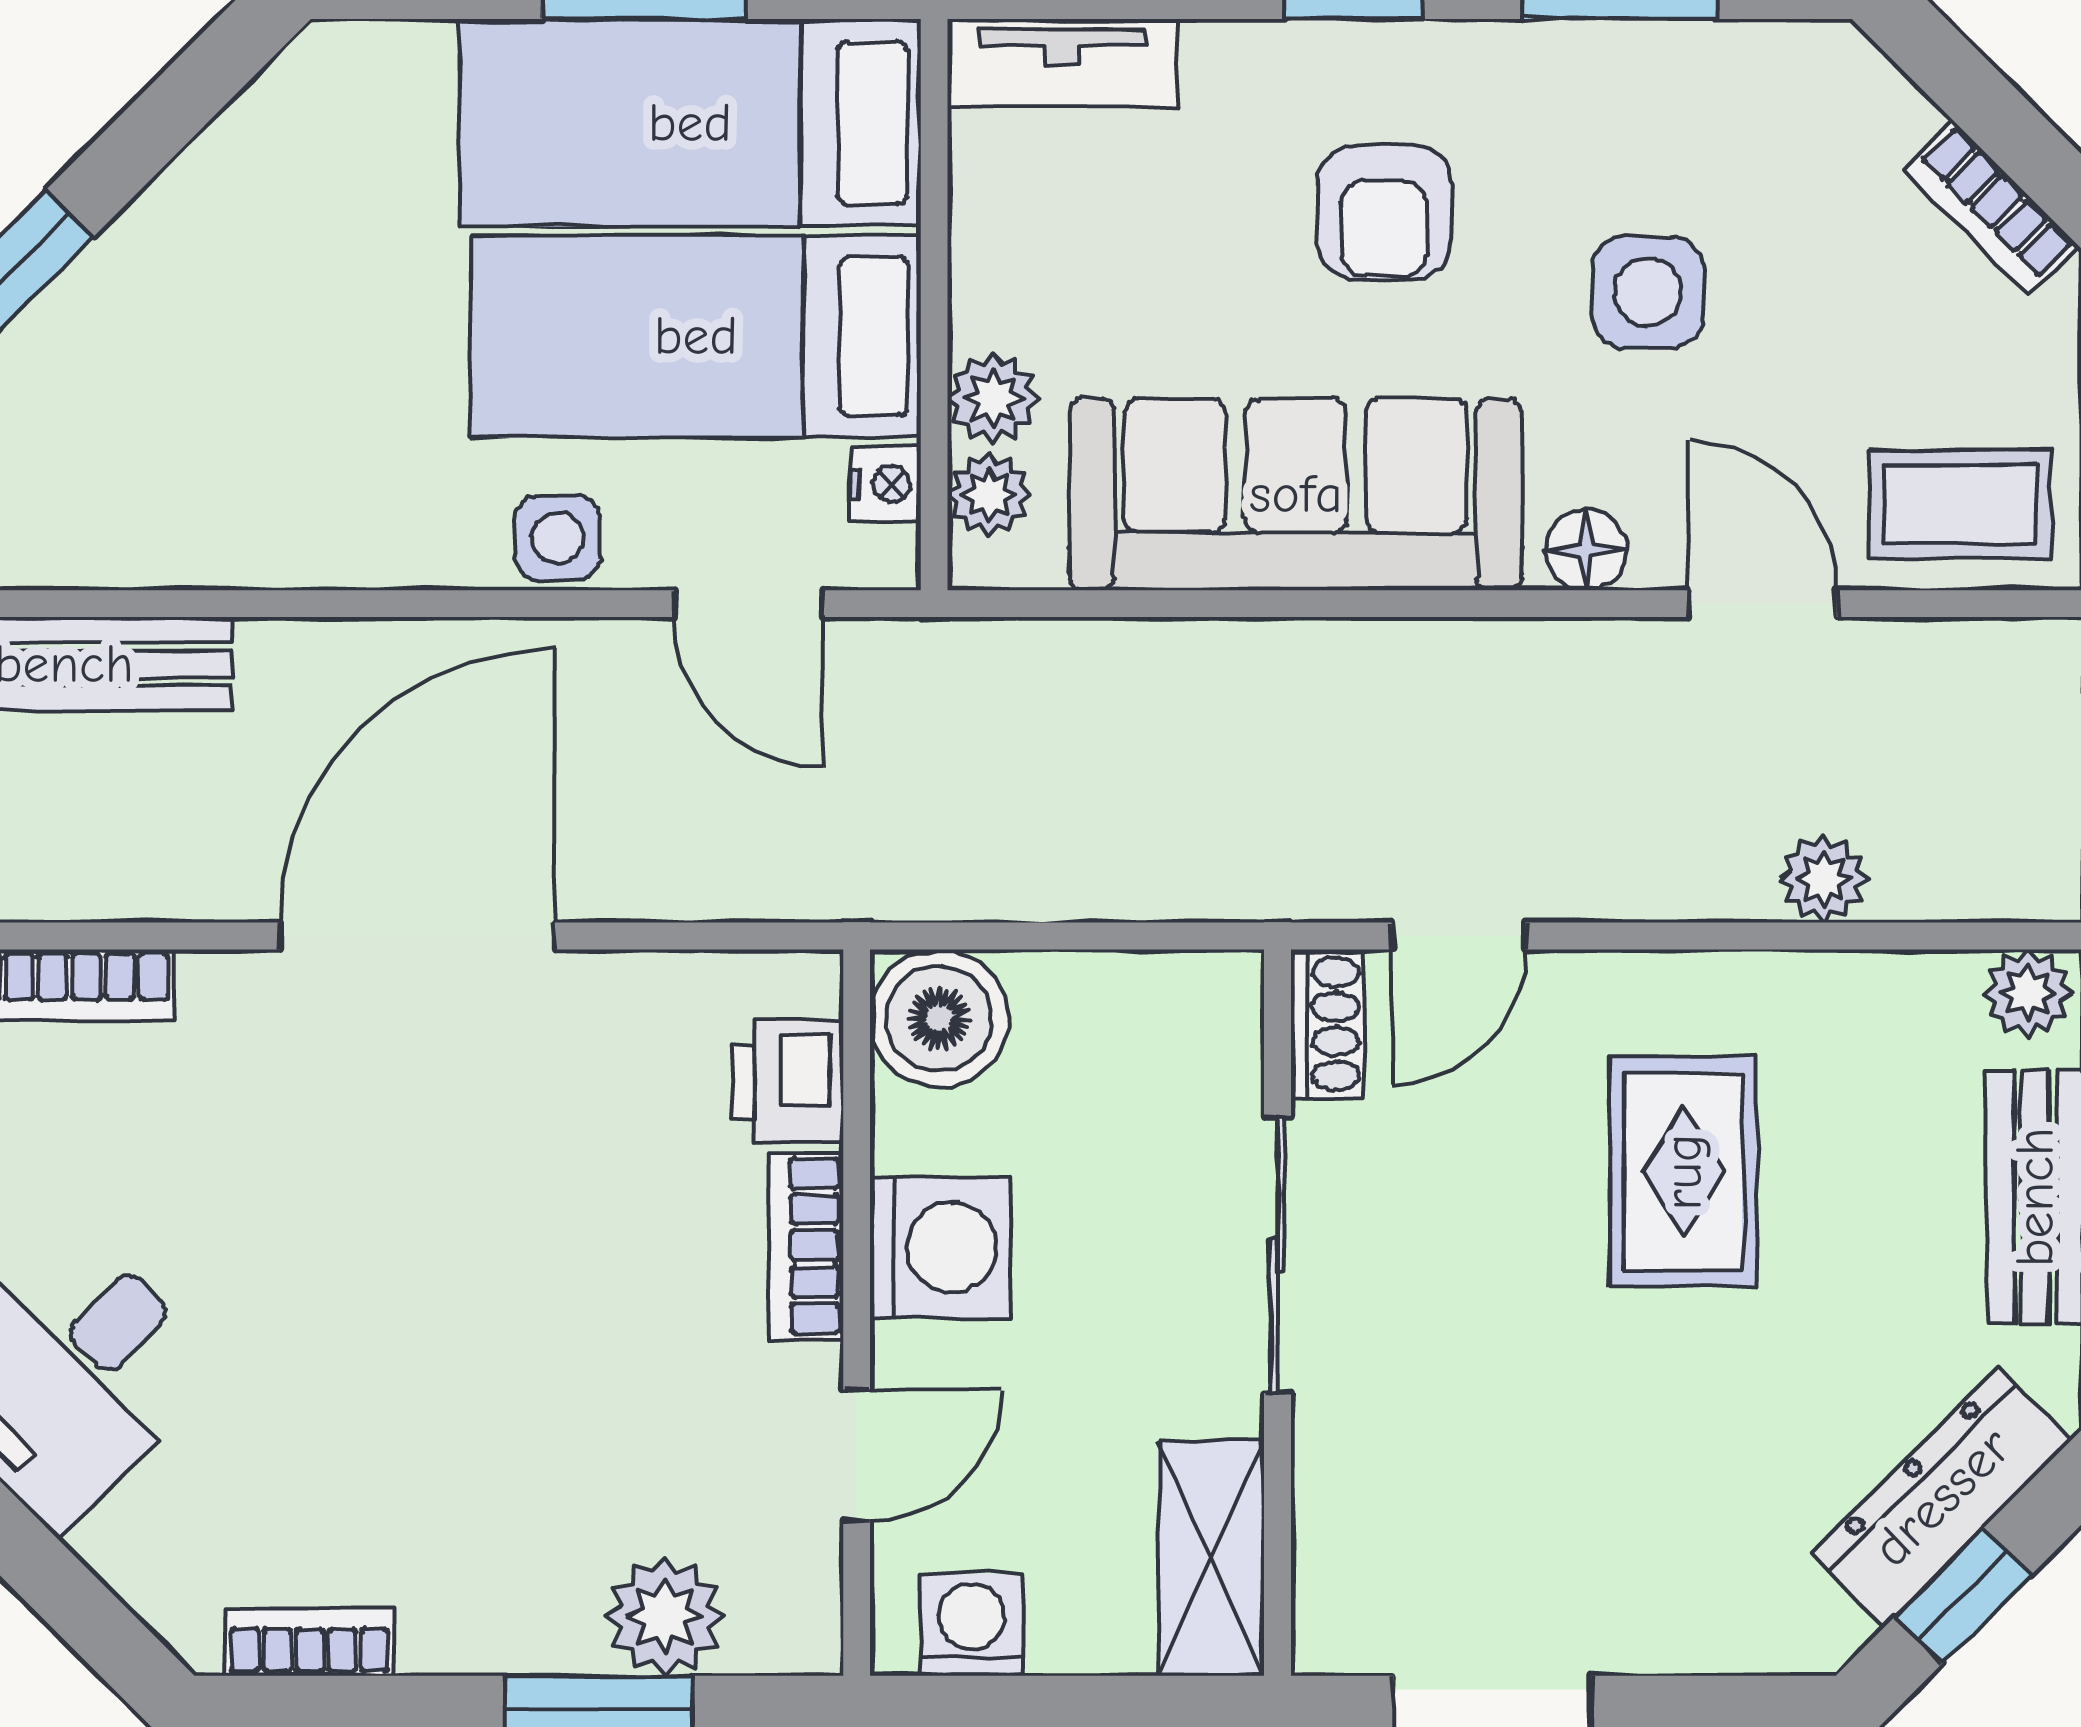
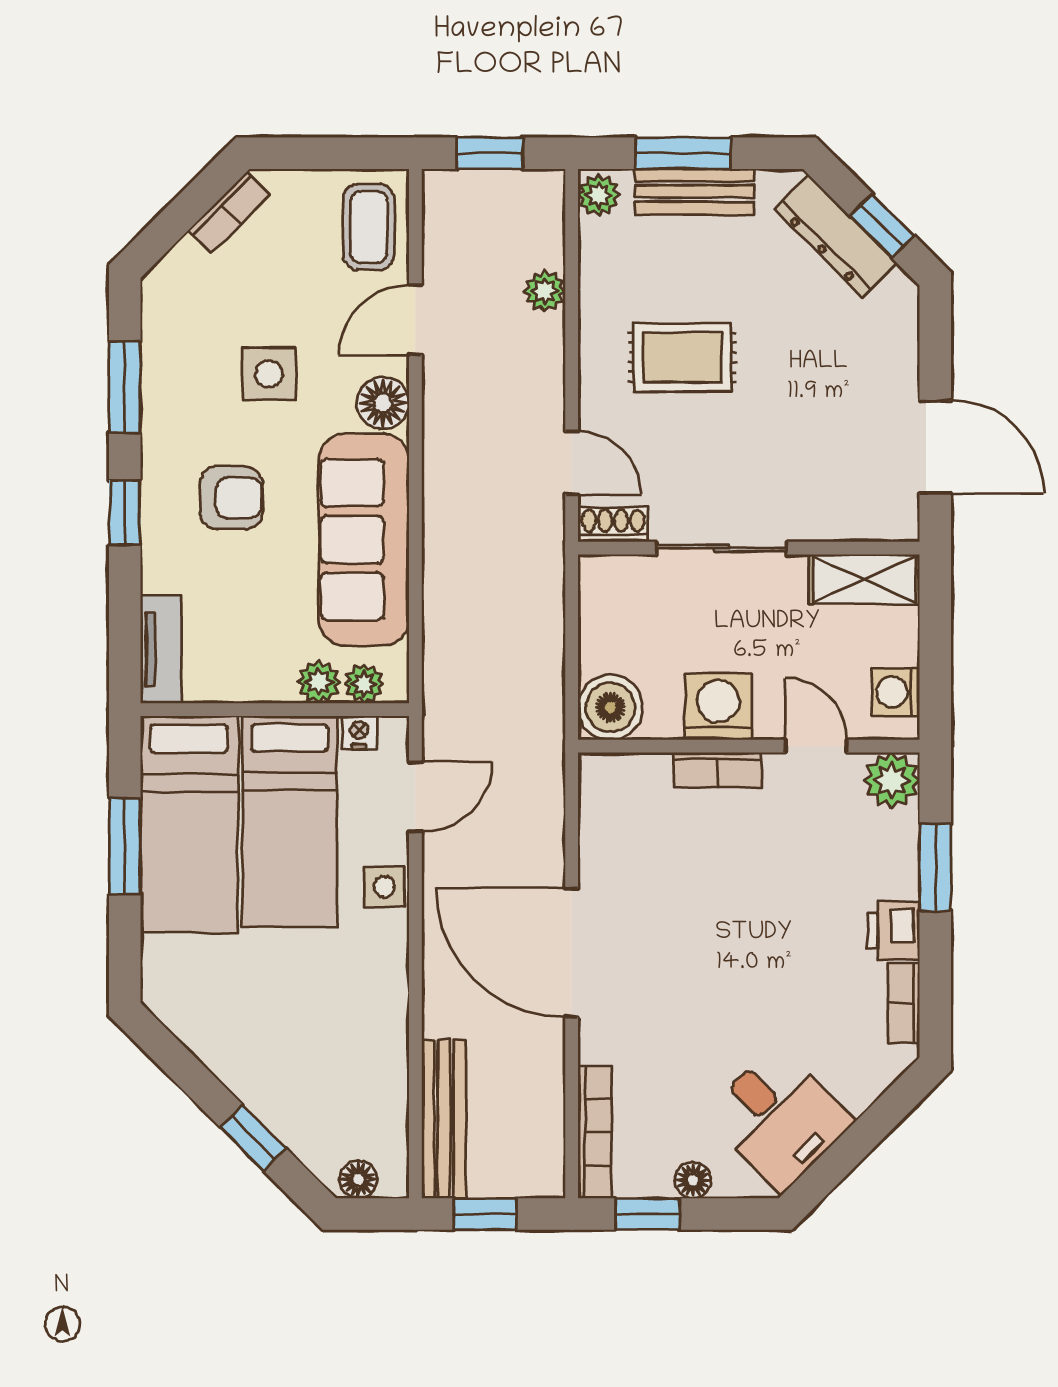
floor lamp: (1586, 550) -> (383, 403), width x1.37, depth x1.37
printer: (787, 1082) -> (893, 931), moved, turned 90
plant: (665, 1616) -> (892, 780), moved

